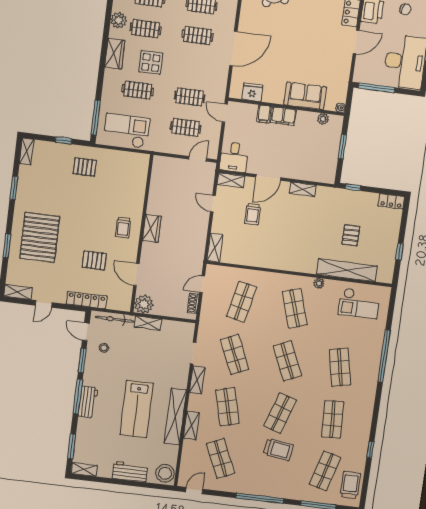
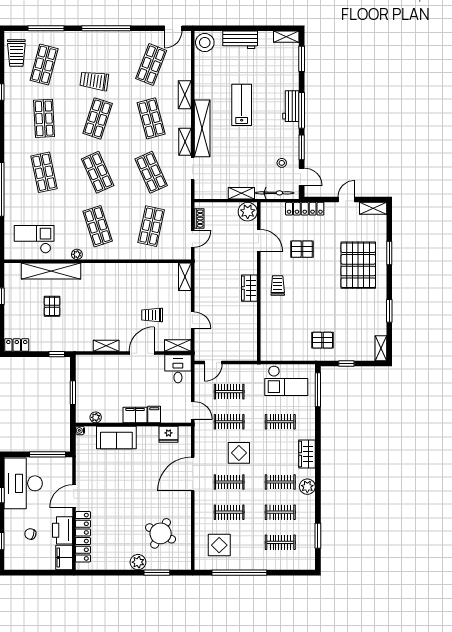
display table: (151, 62) -> (239, 453), moved
trolley: (253, 214) -> (152, 315), turned -90
lab bench: (137, 409) -> (242, 105), width x0.73, depth x0.72
shelving: (175, 417) -> (202, 128), moved
shop shelf: (220, 458) -> (151, 64), turned 45

